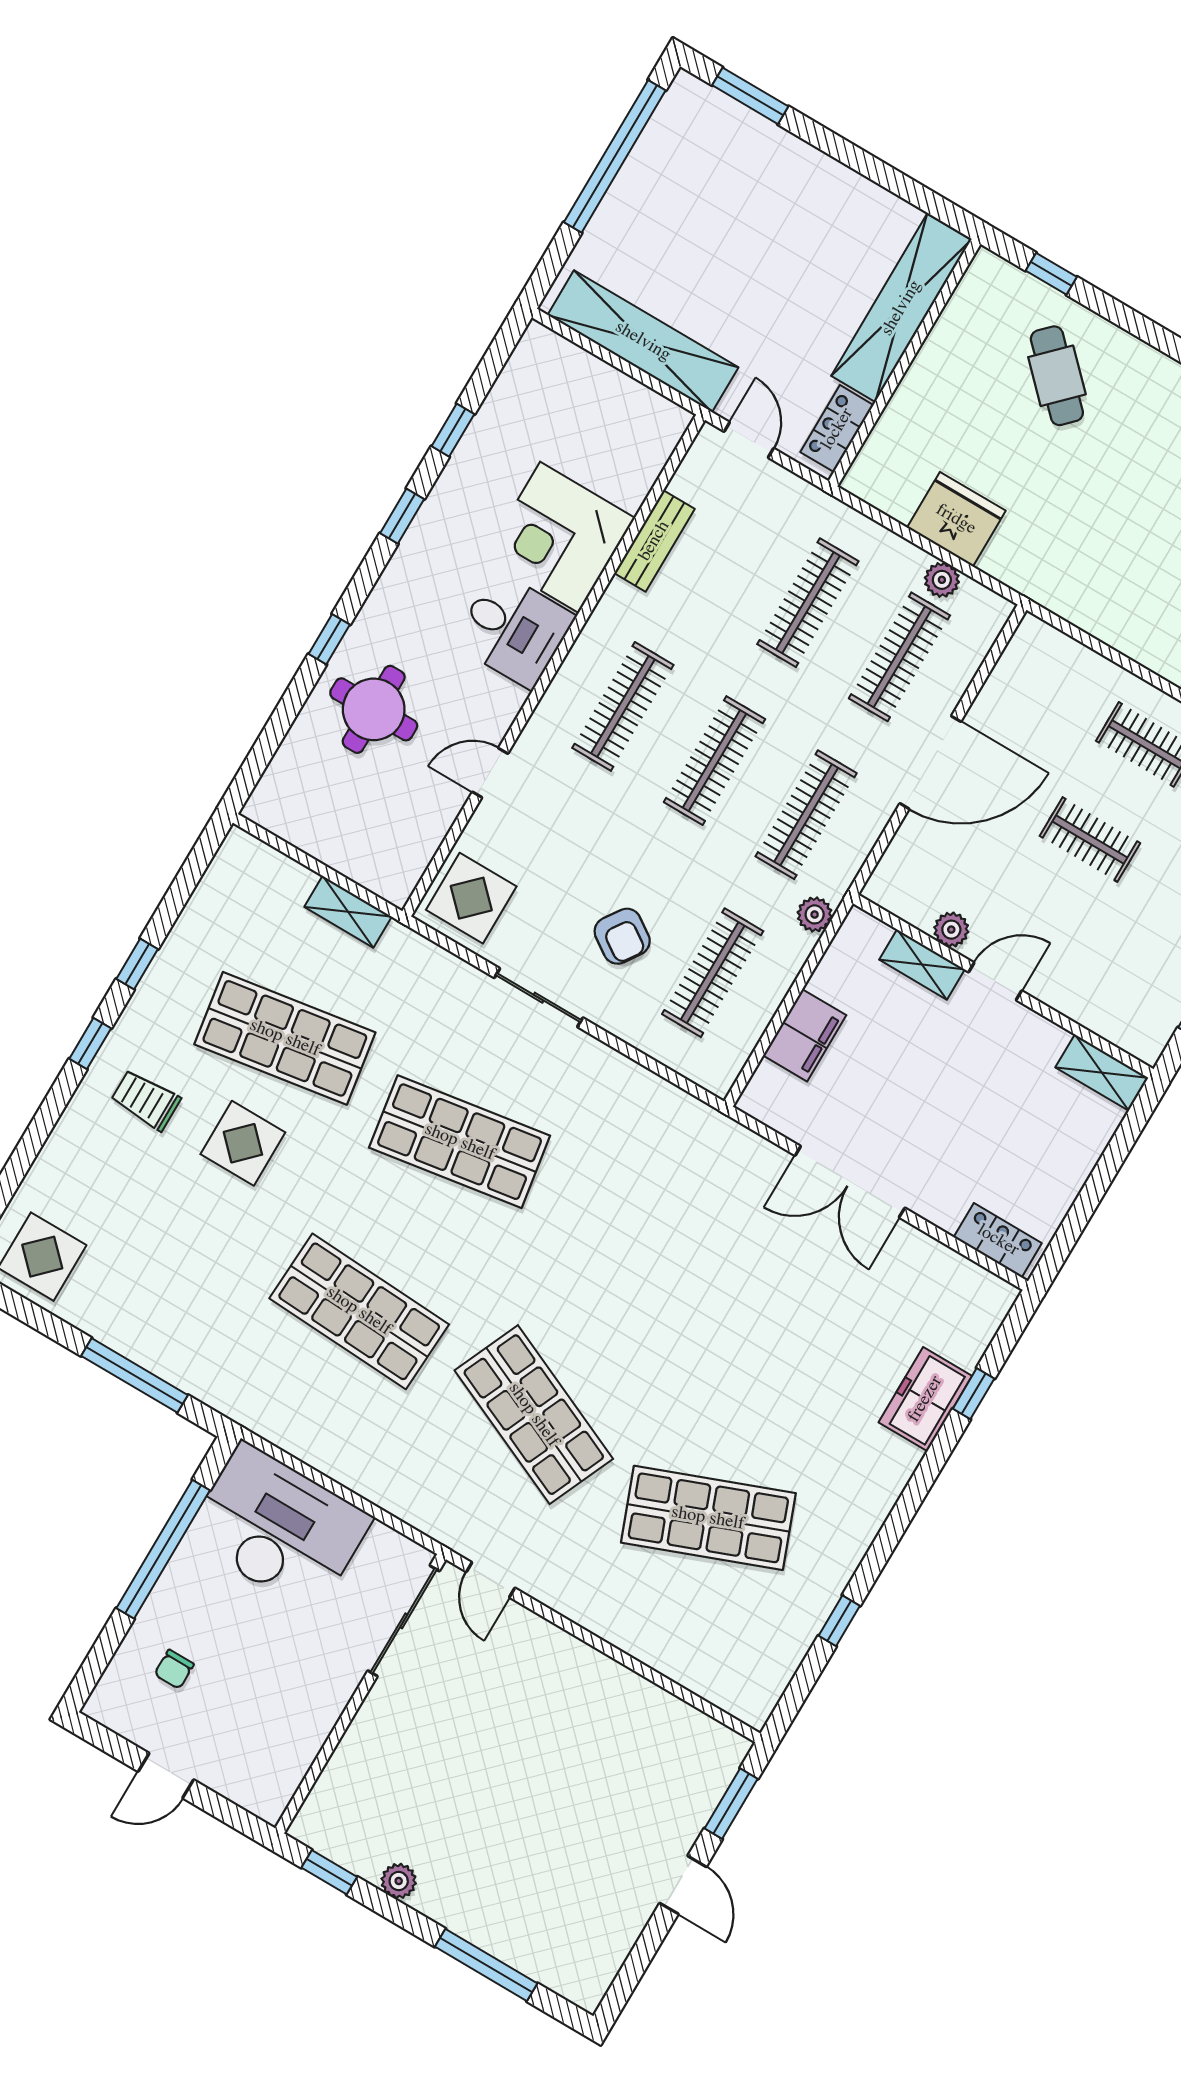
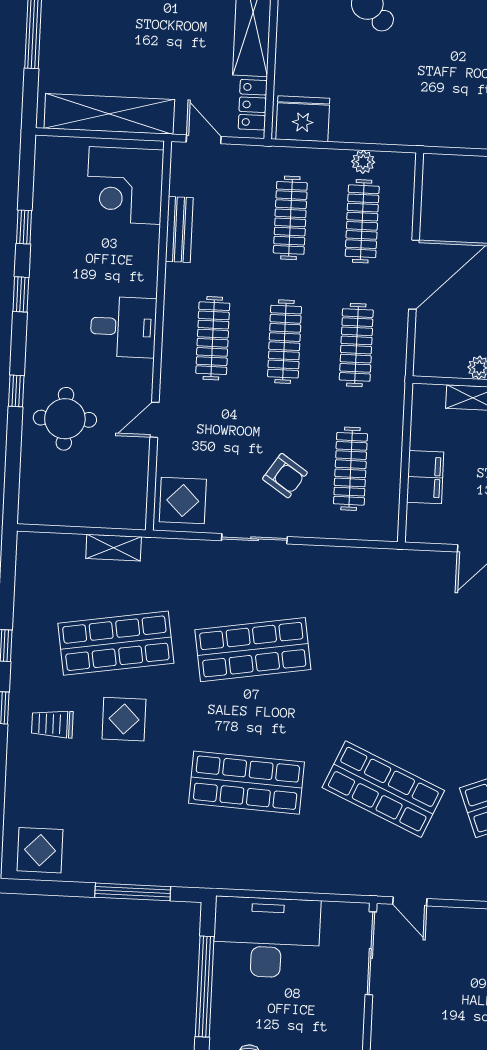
fridge: (956, 519) -> (303, 119), moved
corner desk: (560, 537) -> (125, 186), moved
plant: (815, 914) -> (393, 402), removed

